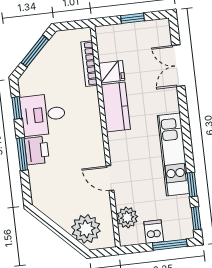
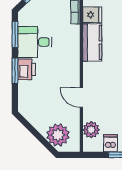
window: (17, 108) -> (15, 34), width x1.50

